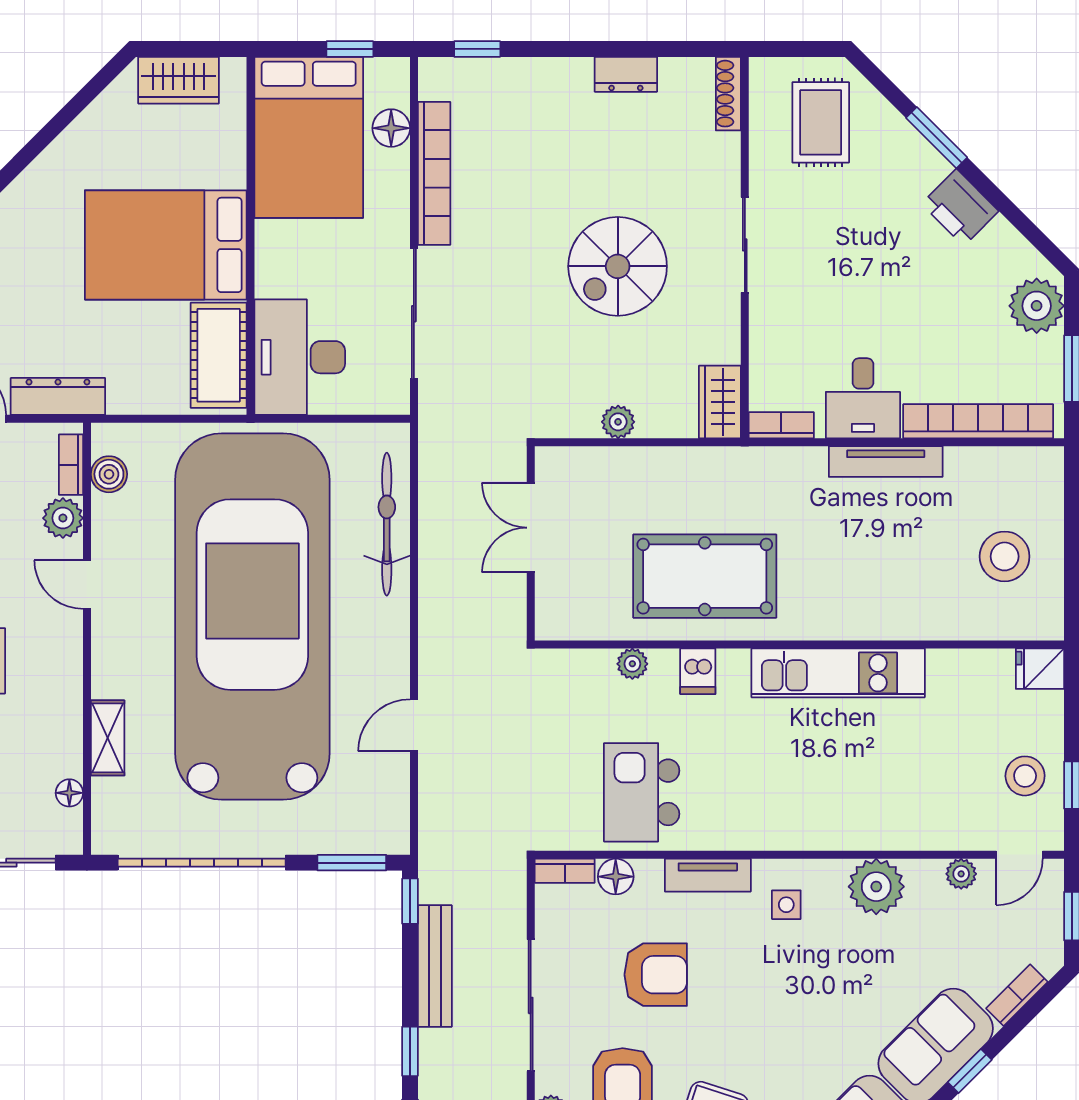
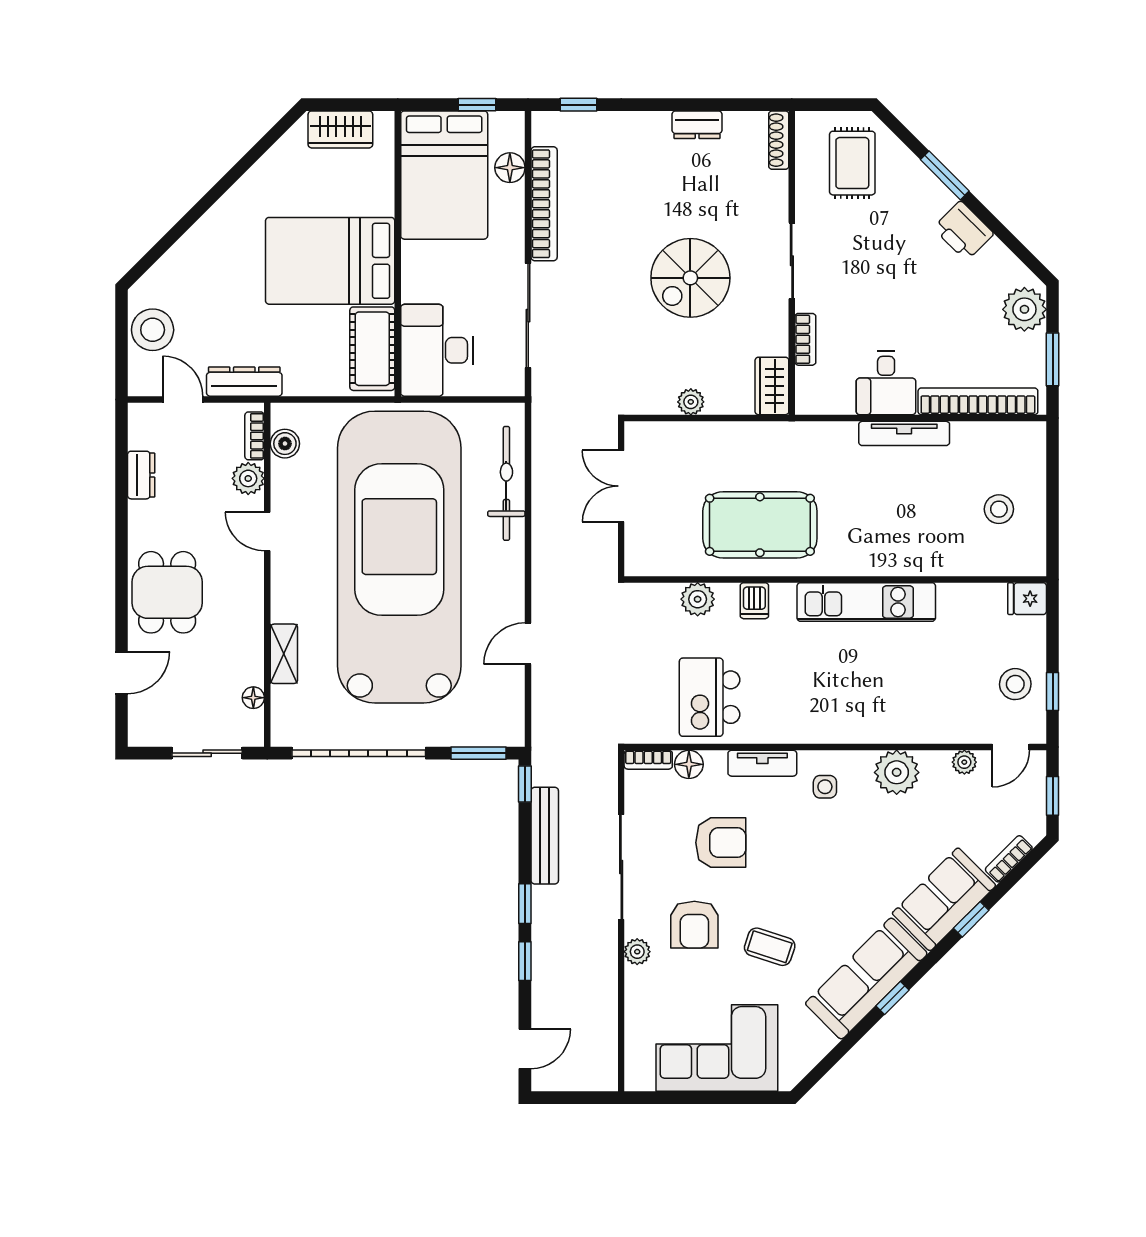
bookcase: (781, 425) -> (805, 339), moved, turned 90
stool: (1005, 556) -> (999, 509), width x0.73, depth x0.73
plant: (632, 664) -> (698, 599), width x1.38, depth x1.38

